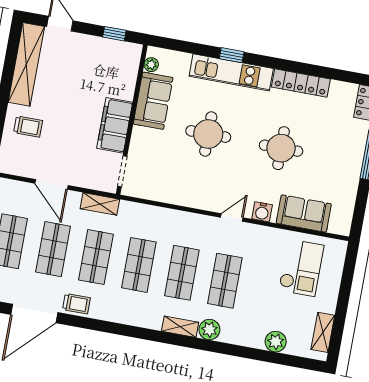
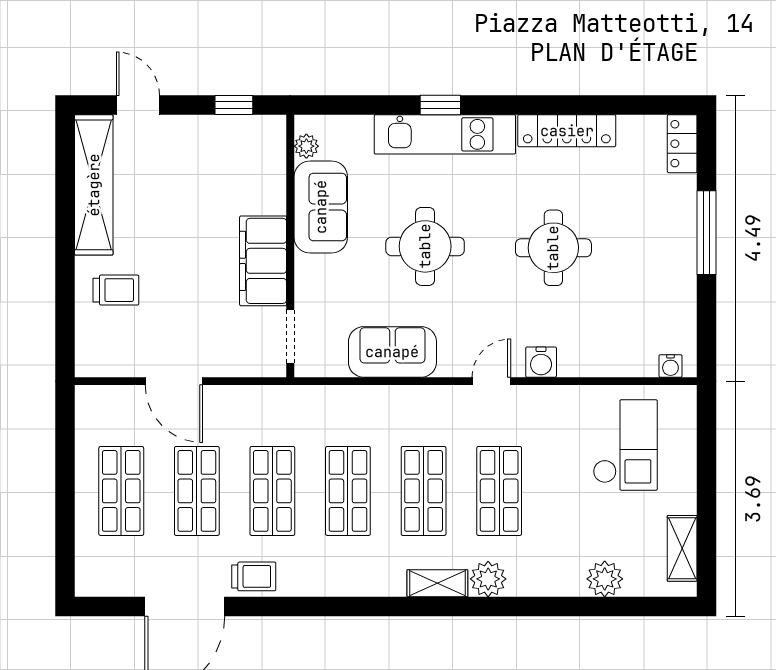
shelving: (100, 204) -> (262, 399), removed
sofa: (304, 214) -> (392, 352), moved
water cooler: (335, 227) -> (670, 366), added

